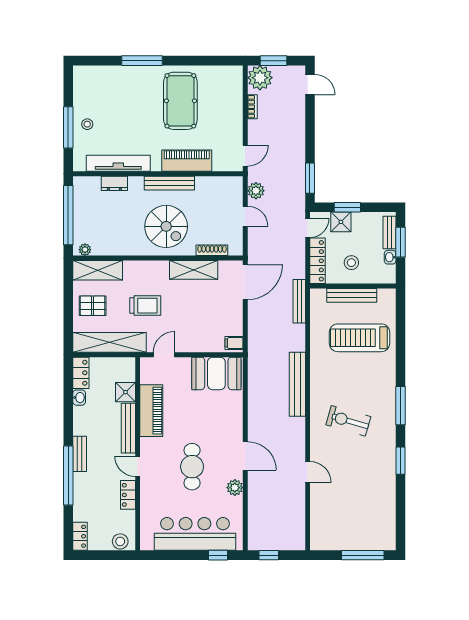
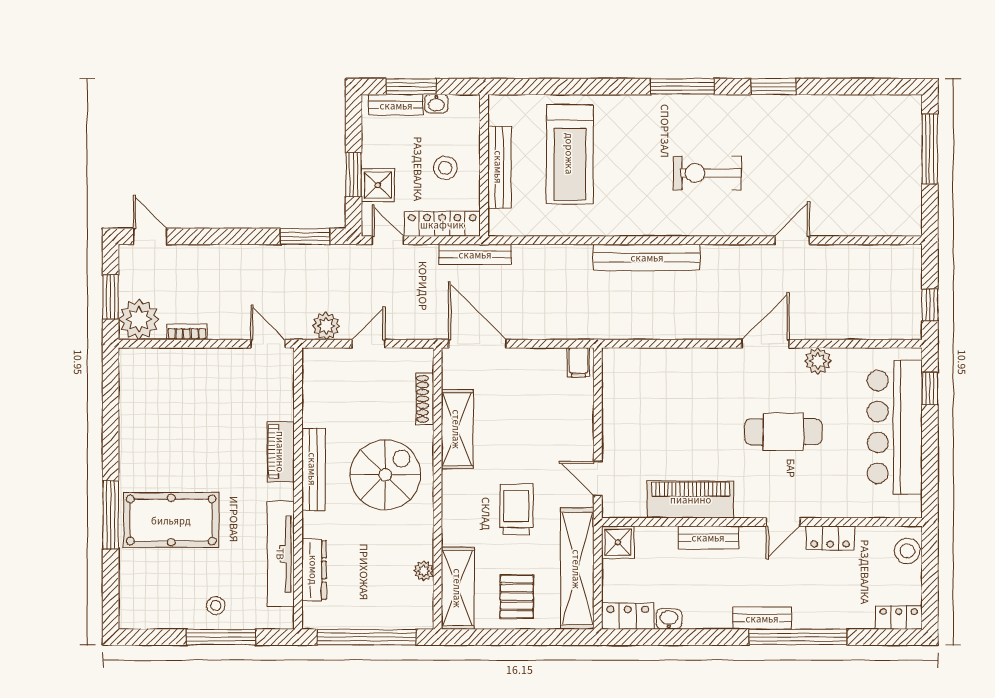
door: (310, 84) -> (150, 236), hinge flipped
pool table: (180, 101) -> (171, 520), moved
piano: (187, 161) -> (281, 452), width x0.73, depth x0.75
dresser: (114, 183) -> (314, 570), width x1.44
plant: (85, 250) -> (424, 571), moved
bench: (299, 301) -> (475, 254), moved
booth: (216, 373) -> (629, 391), removed
shower: (125, 392) -> (618, 542), moved
exercise bike: (348, 421) -> (707, 173), turned 74
bench: (128, 428) -> (708, 537), width x0.73

